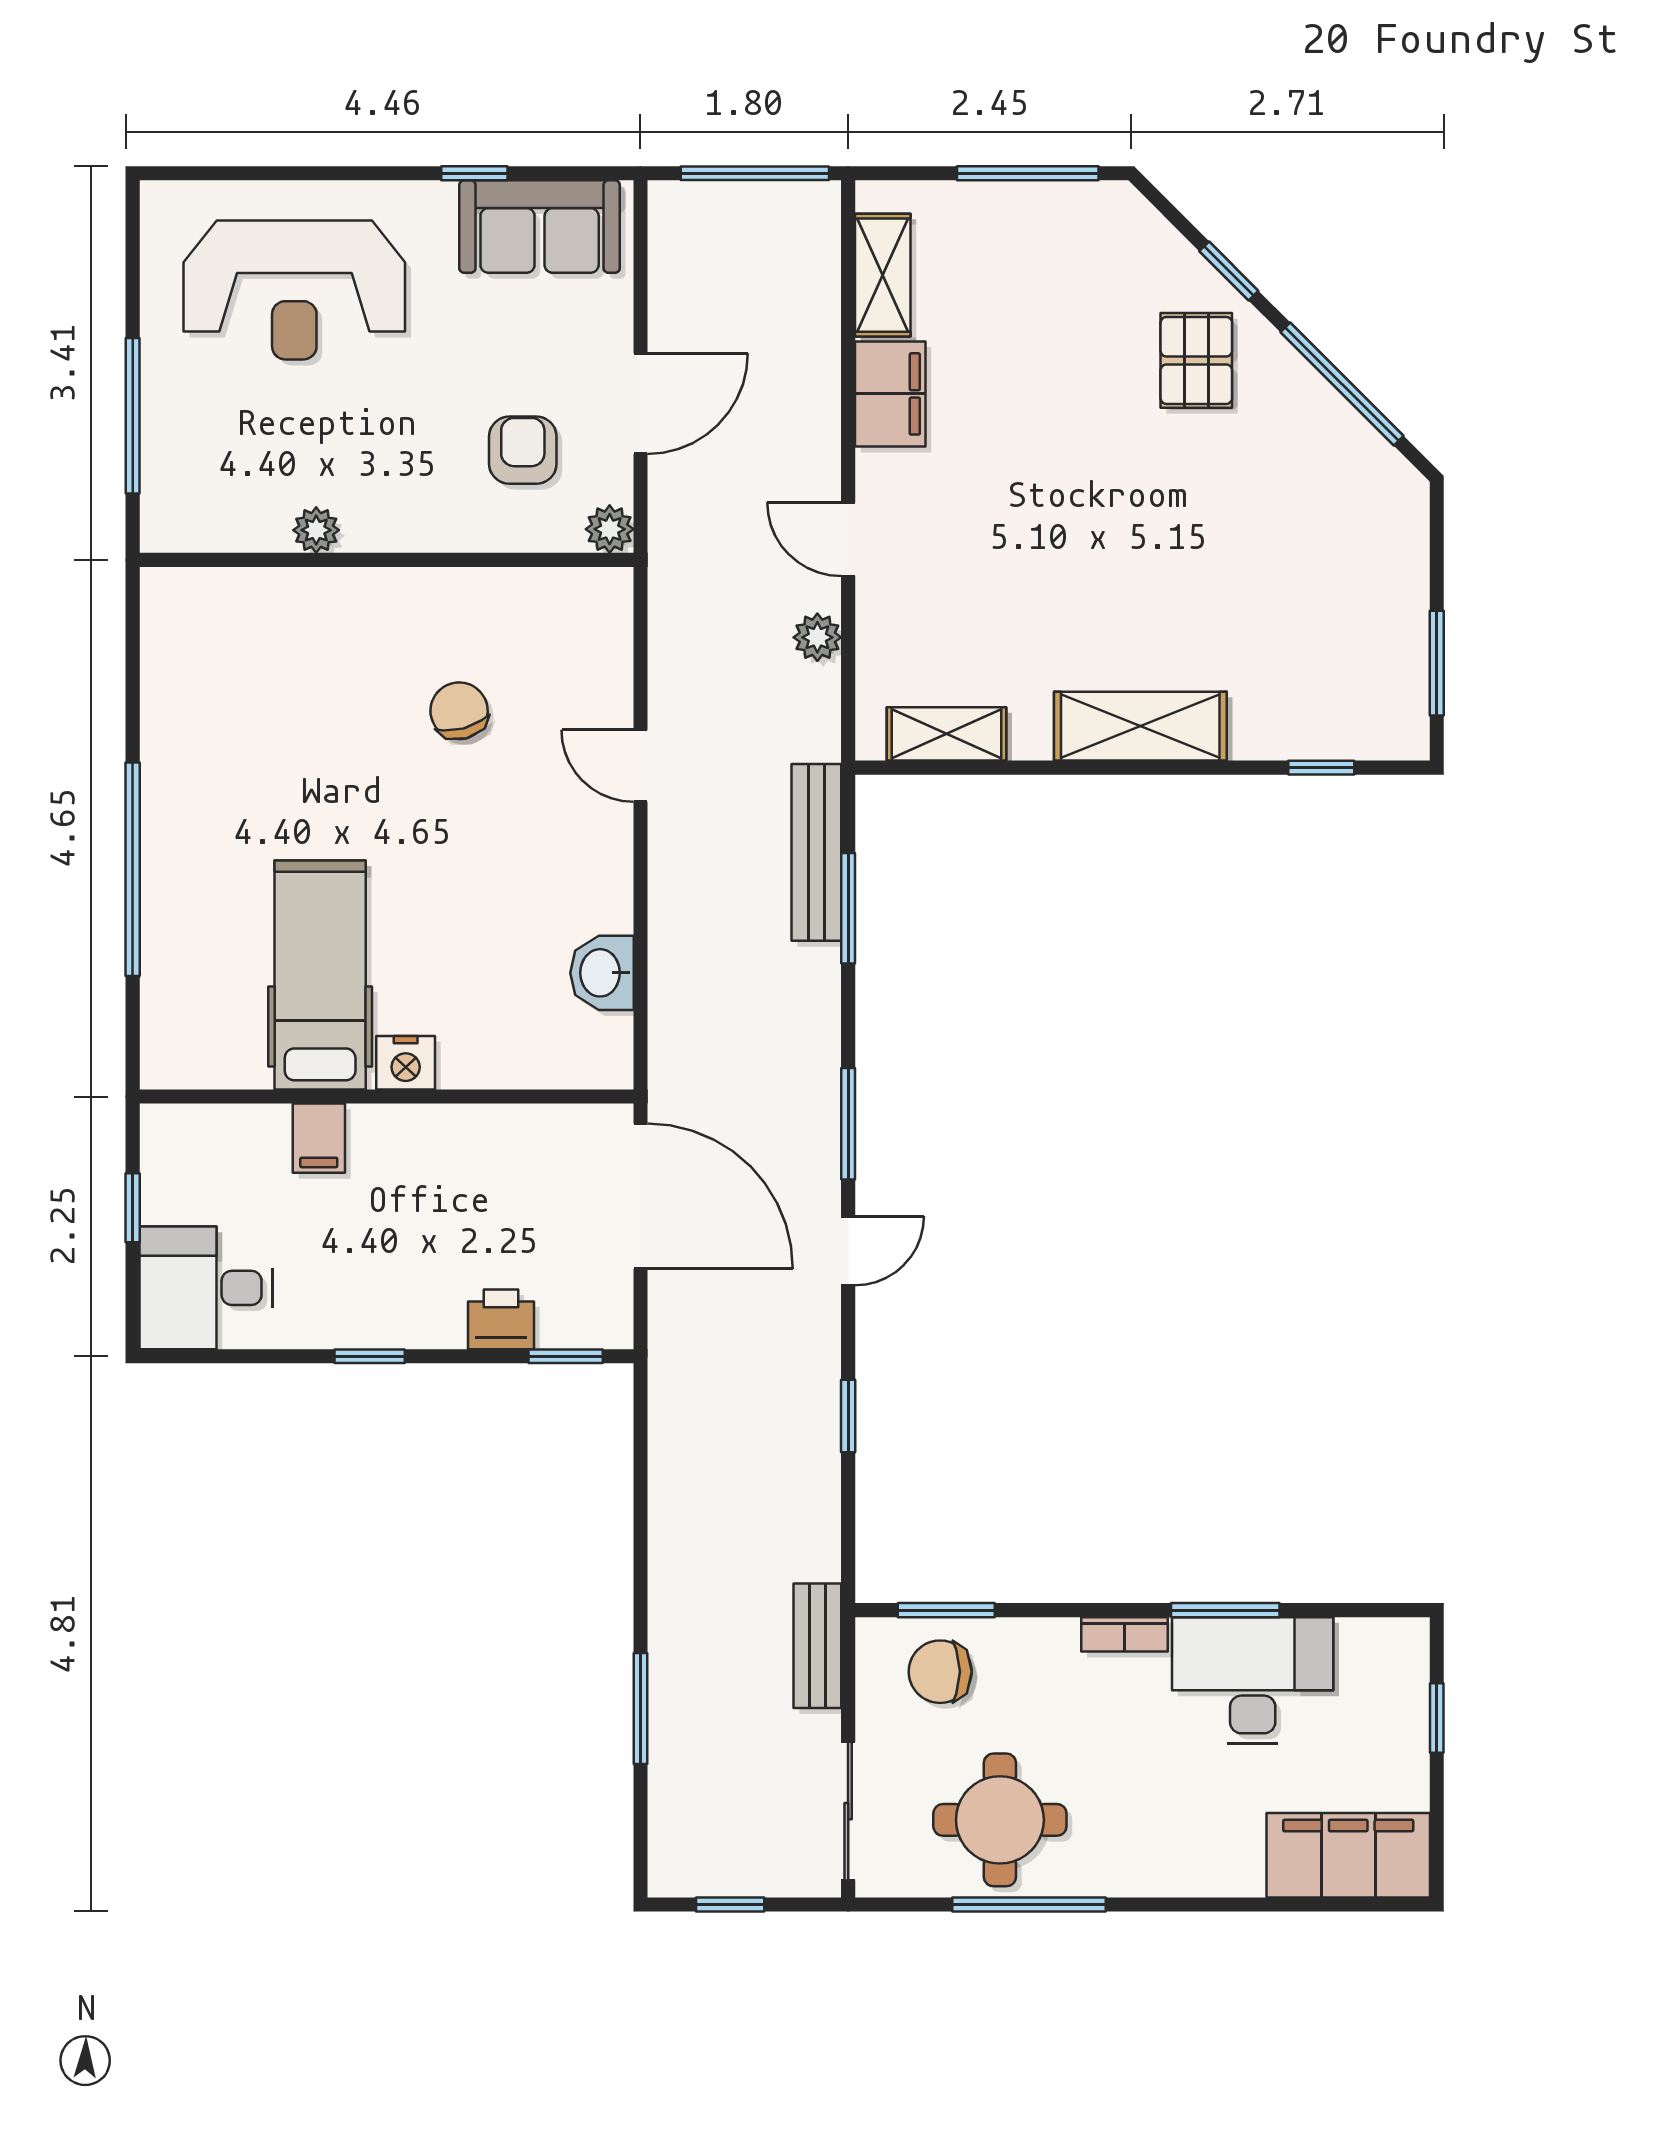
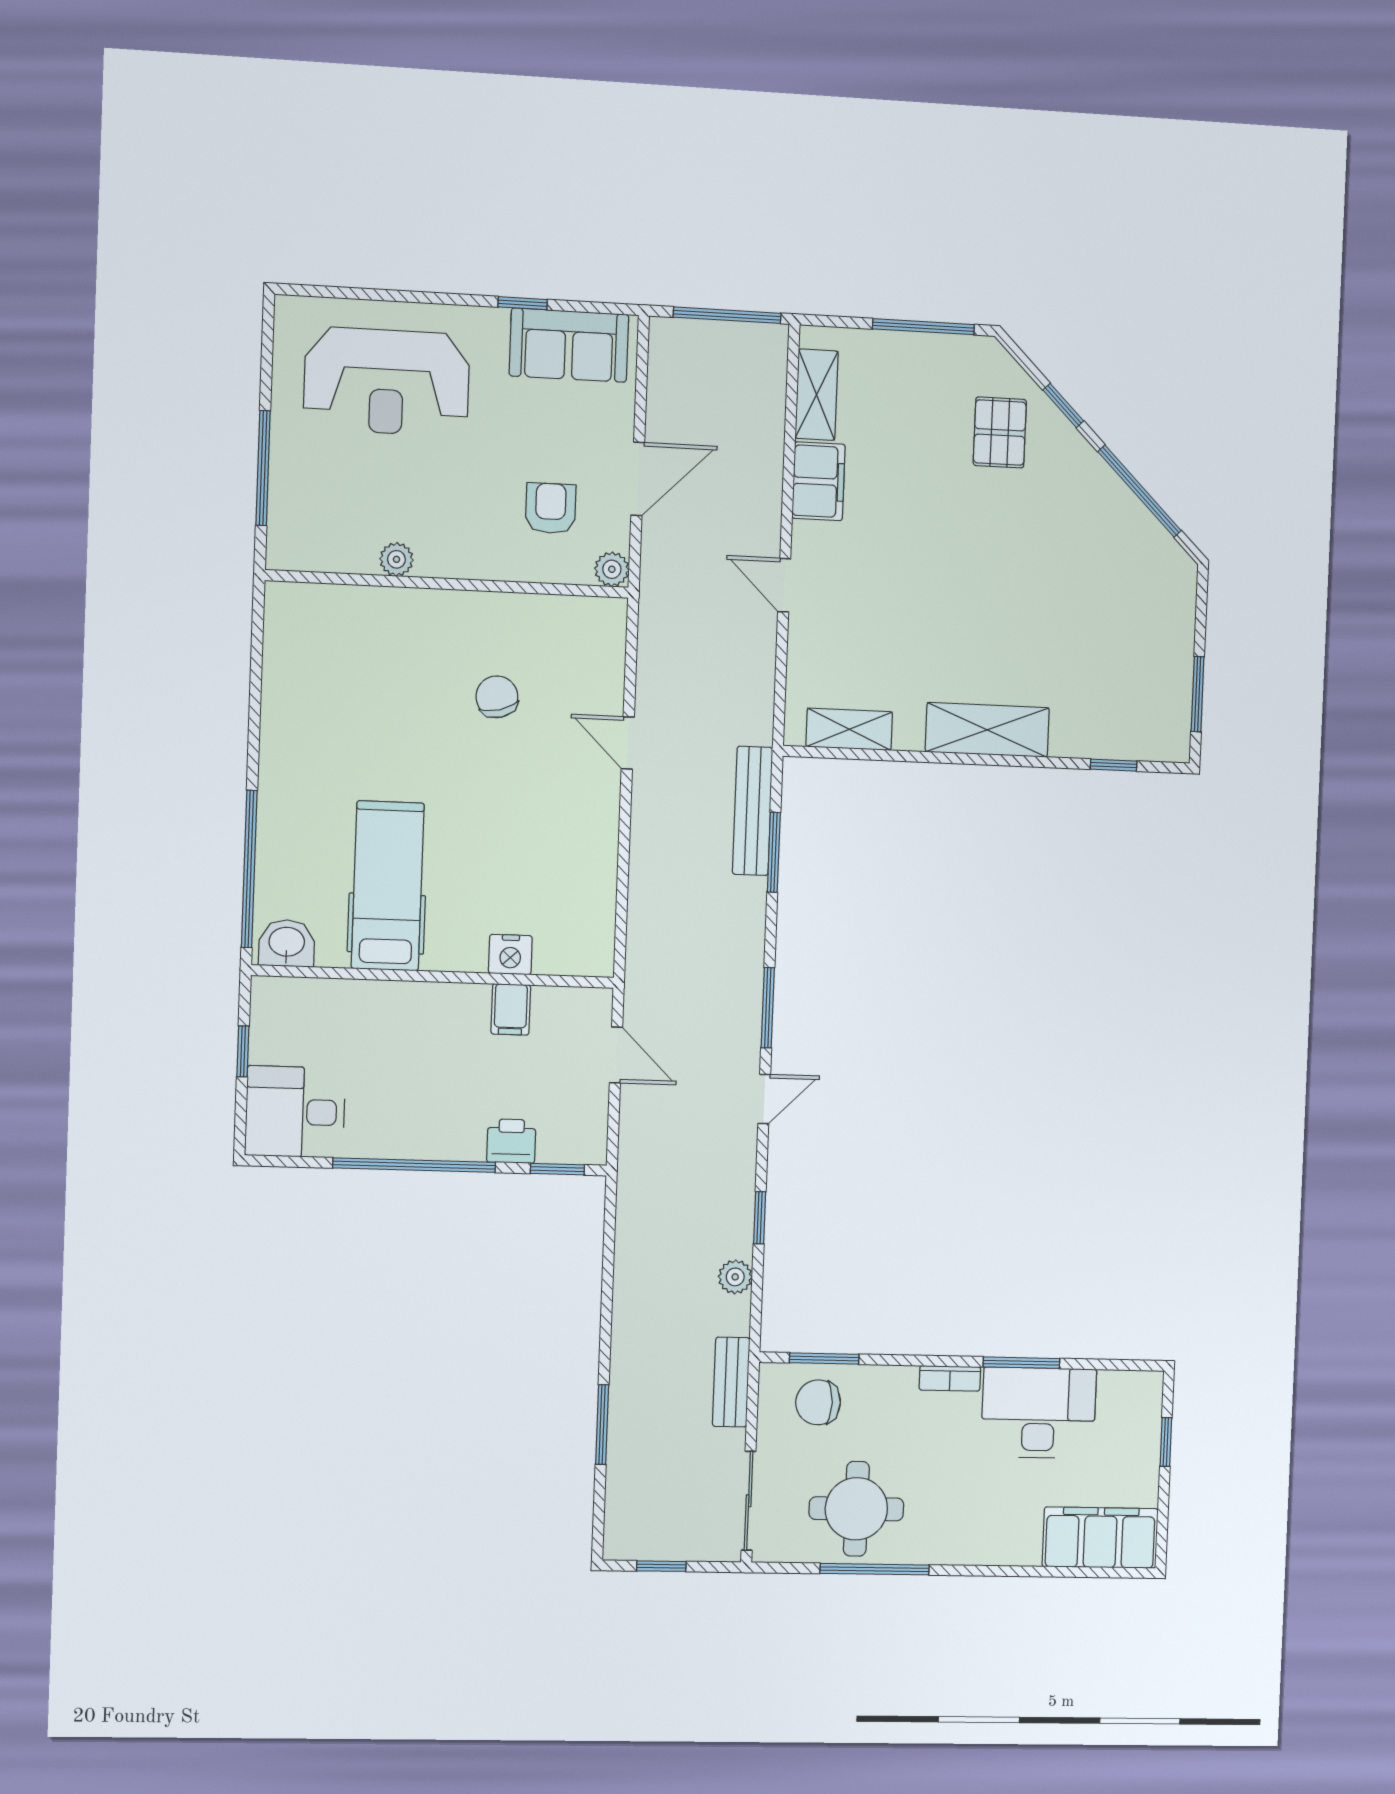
pallet: (1196, 360) -> (1000, 432), moved
plant: (817, 637) -> (735, 1277), moved
window: (133, 869) -> (249, 869), moved
washbasin: (602, 973) -> (287, 943), moved, turned 90
nightstand: (406, 1063) -> (510, 955), moved
filing cabinet: (319, 1138) -> (511, 1009), moved
door: (640, 1196) -> (616, 1055), width x0.53
window: (370, 1356) -> (414, 1165), width x3.17

